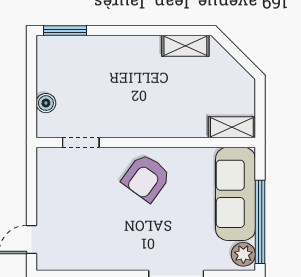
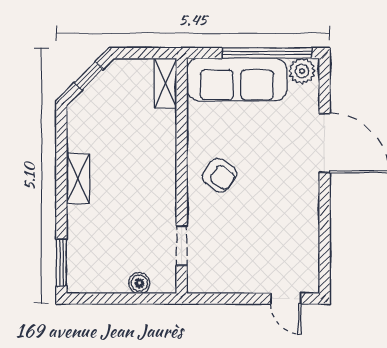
shelving: (185, 46) -> (78, 179), moved
window: (239, 56) -> (89, 76), added
armchair: (146, 178) -> (220, 175), width x0.72, depth x0.72

